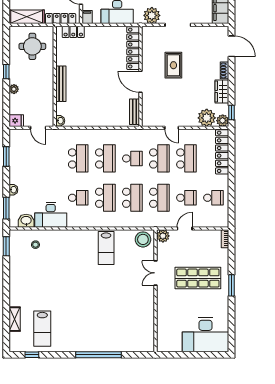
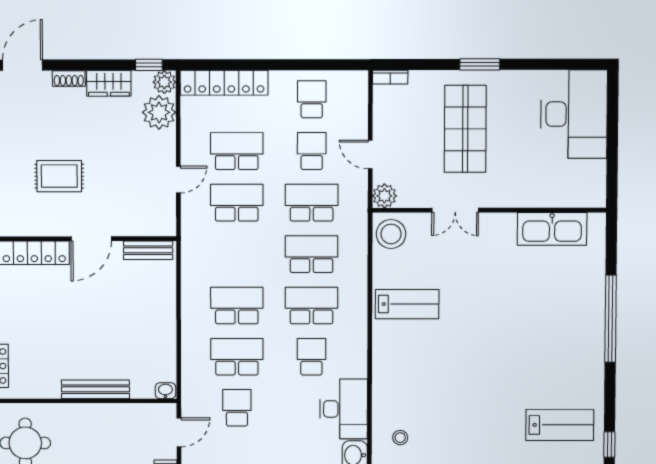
school desk: (132, 158) -> (237, 408), moved
kitchen sink: (146, 324) -> (552, 229), added

